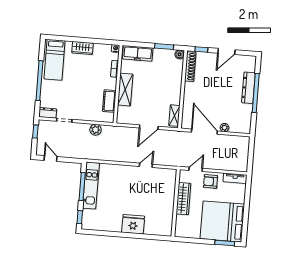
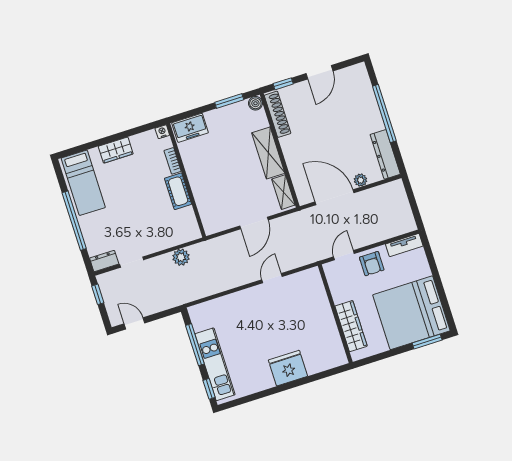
freezer: (138, 53) -> (190, 128), width x0.71
dresser: (248, 88) -> (385, 154), moved
shelving: (125, 90) -> (268, 153), moved
cot: (109, 101) -> (178, 191), moved
armchair: (210, 181) -> (372, 264), turned -90
kitchen unit: (91, 186) -> (215, 364), moved
wardrobe: (183, 199) -> (351, 326), moved

